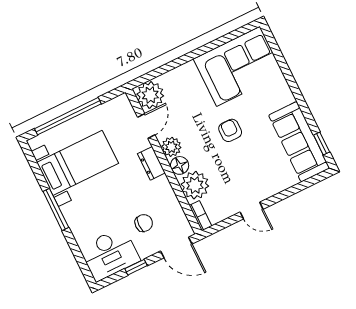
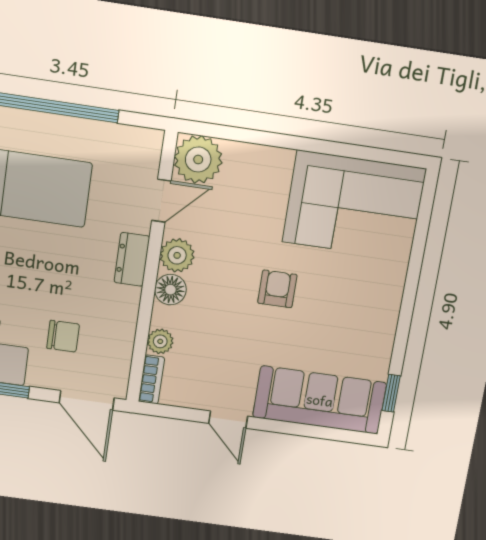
sofa: (299, 142) -> (320, 400), moved, turned 90
plant: (195, 185) -> (160, 341), width x0.53, depth x0.53

